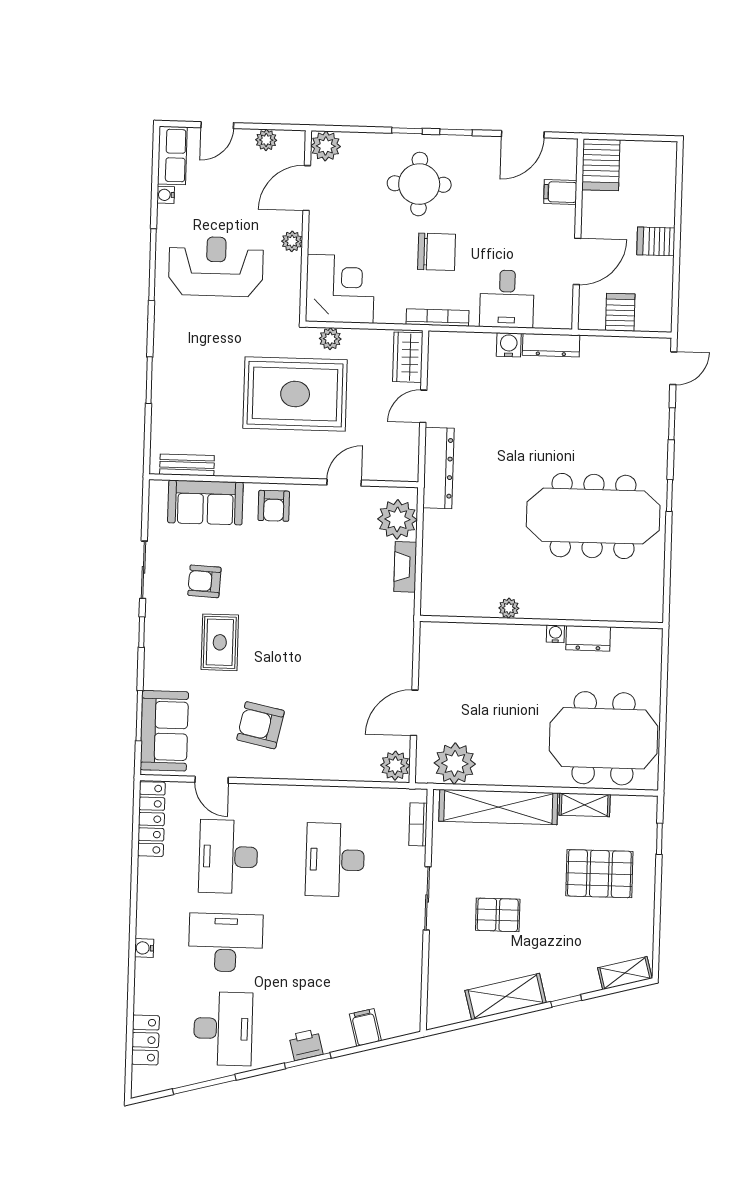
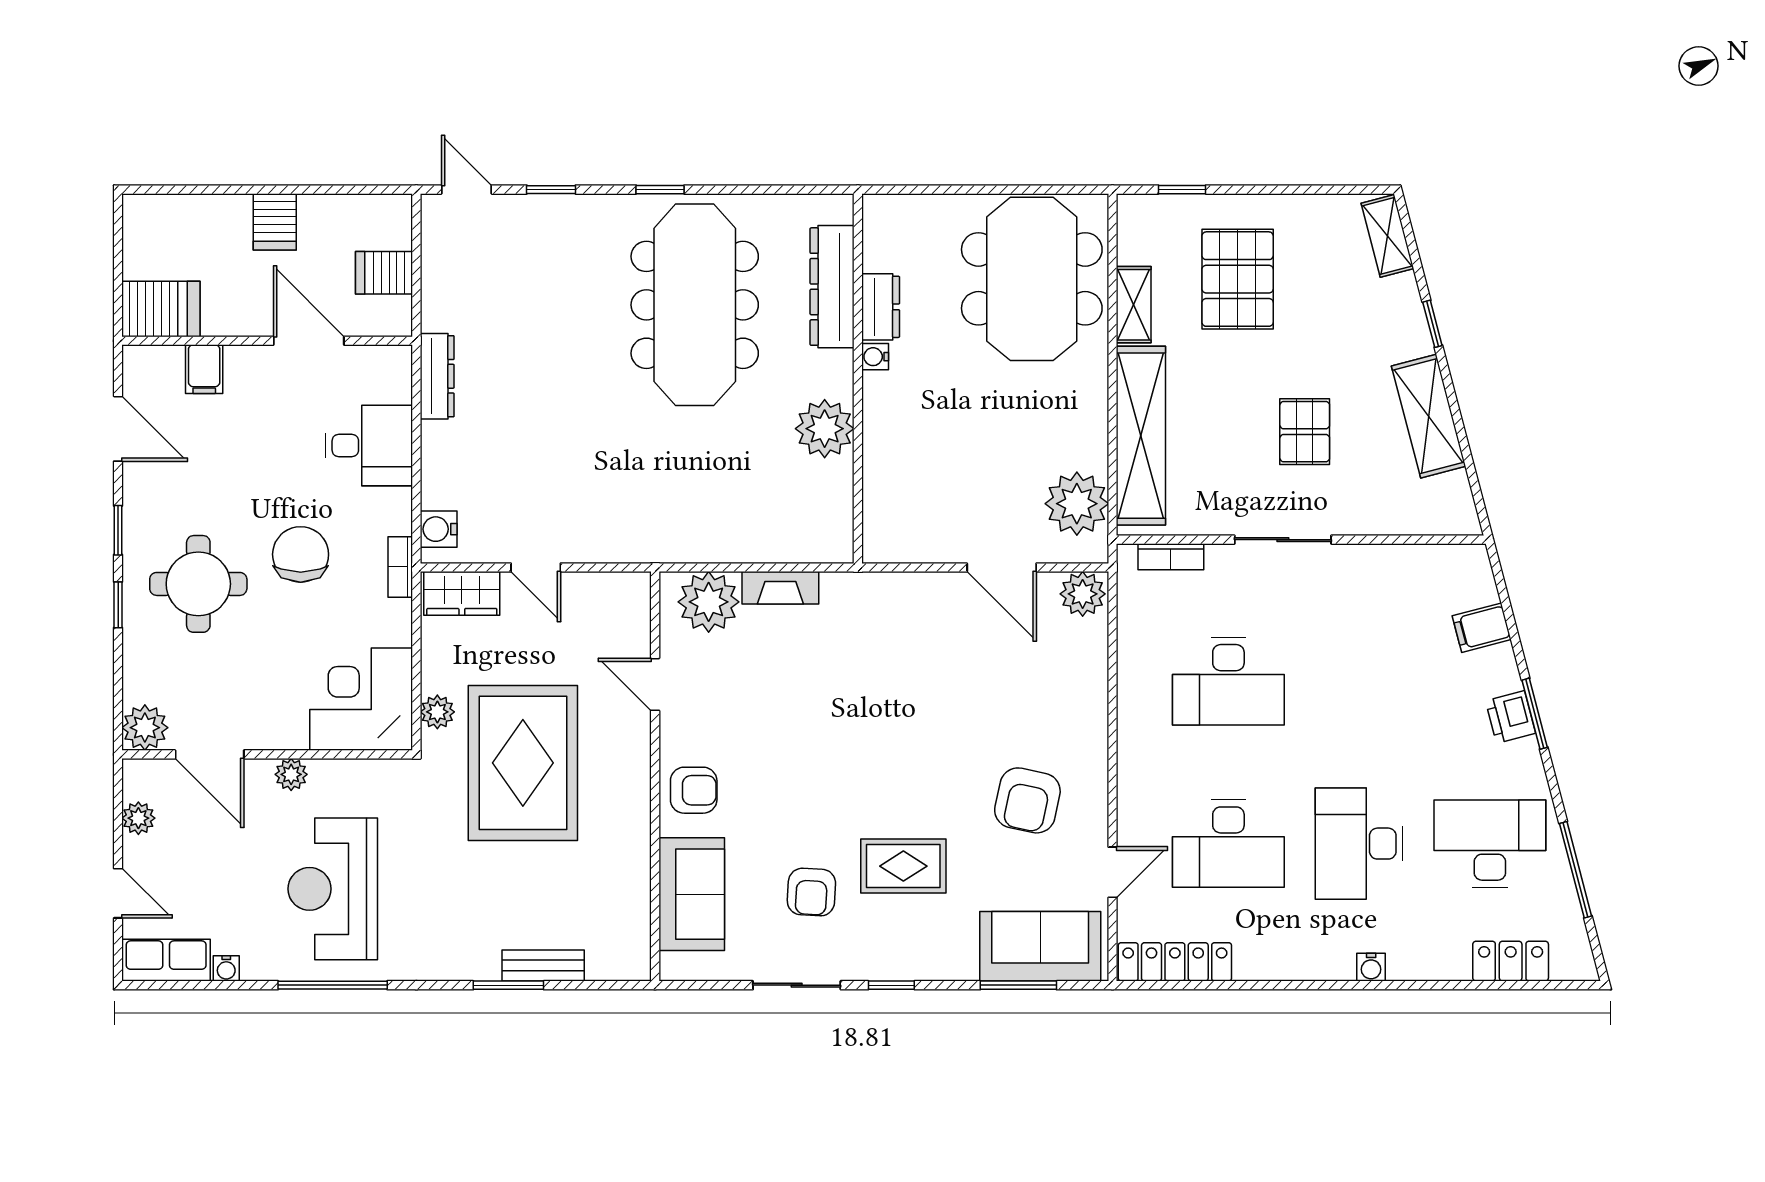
bookcase: (438, 318) -> (400, 567), width x0.64
water cooler: (509, 345) -> (439, 529), moved
bench: (187, 465) -> (543, 966), moved, turned 90
dresser: (439, 468) -> (832, 287), moved, turned -90
plant: (509, 608) -> (825, 429), width x1.88, depth x1.88

